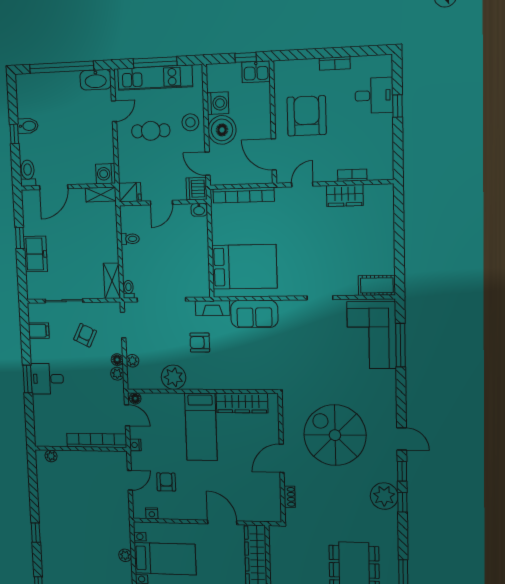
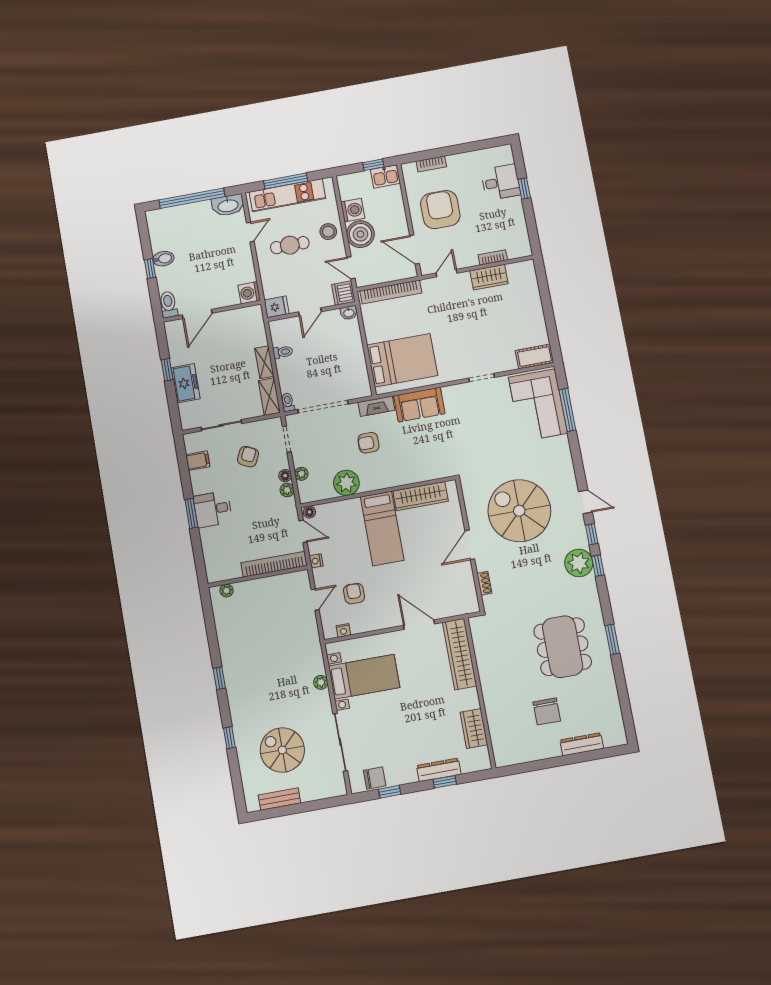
bookcase: (335, 63) -> (431, 164), moved
shelving: (101, 194) -> (264, 362), moved, turned 90

